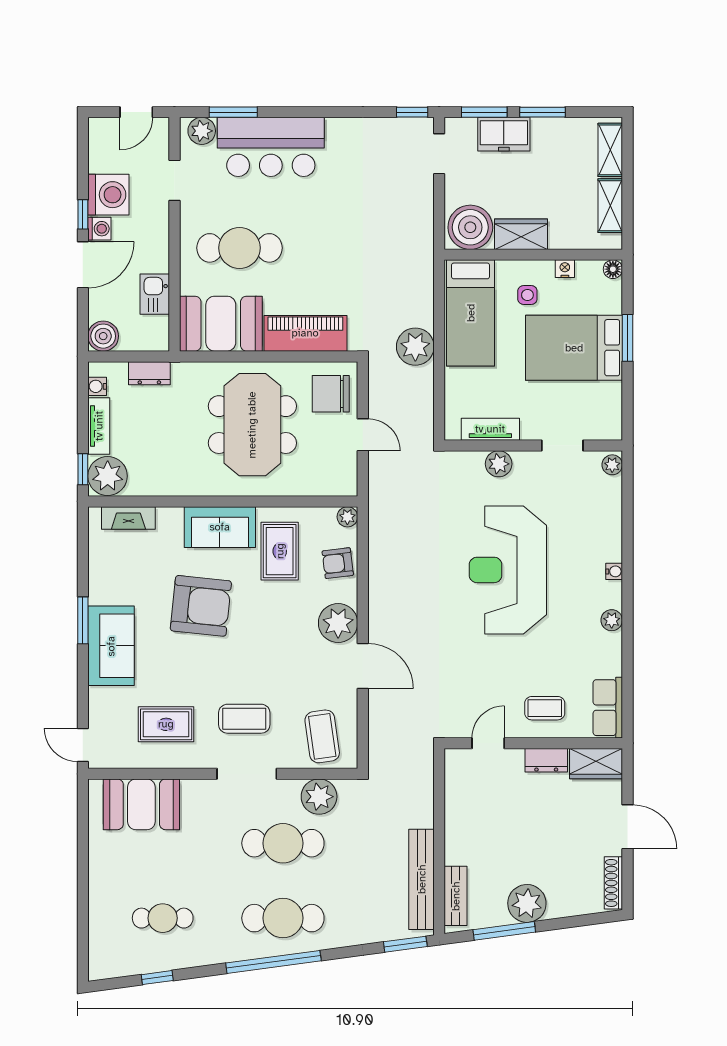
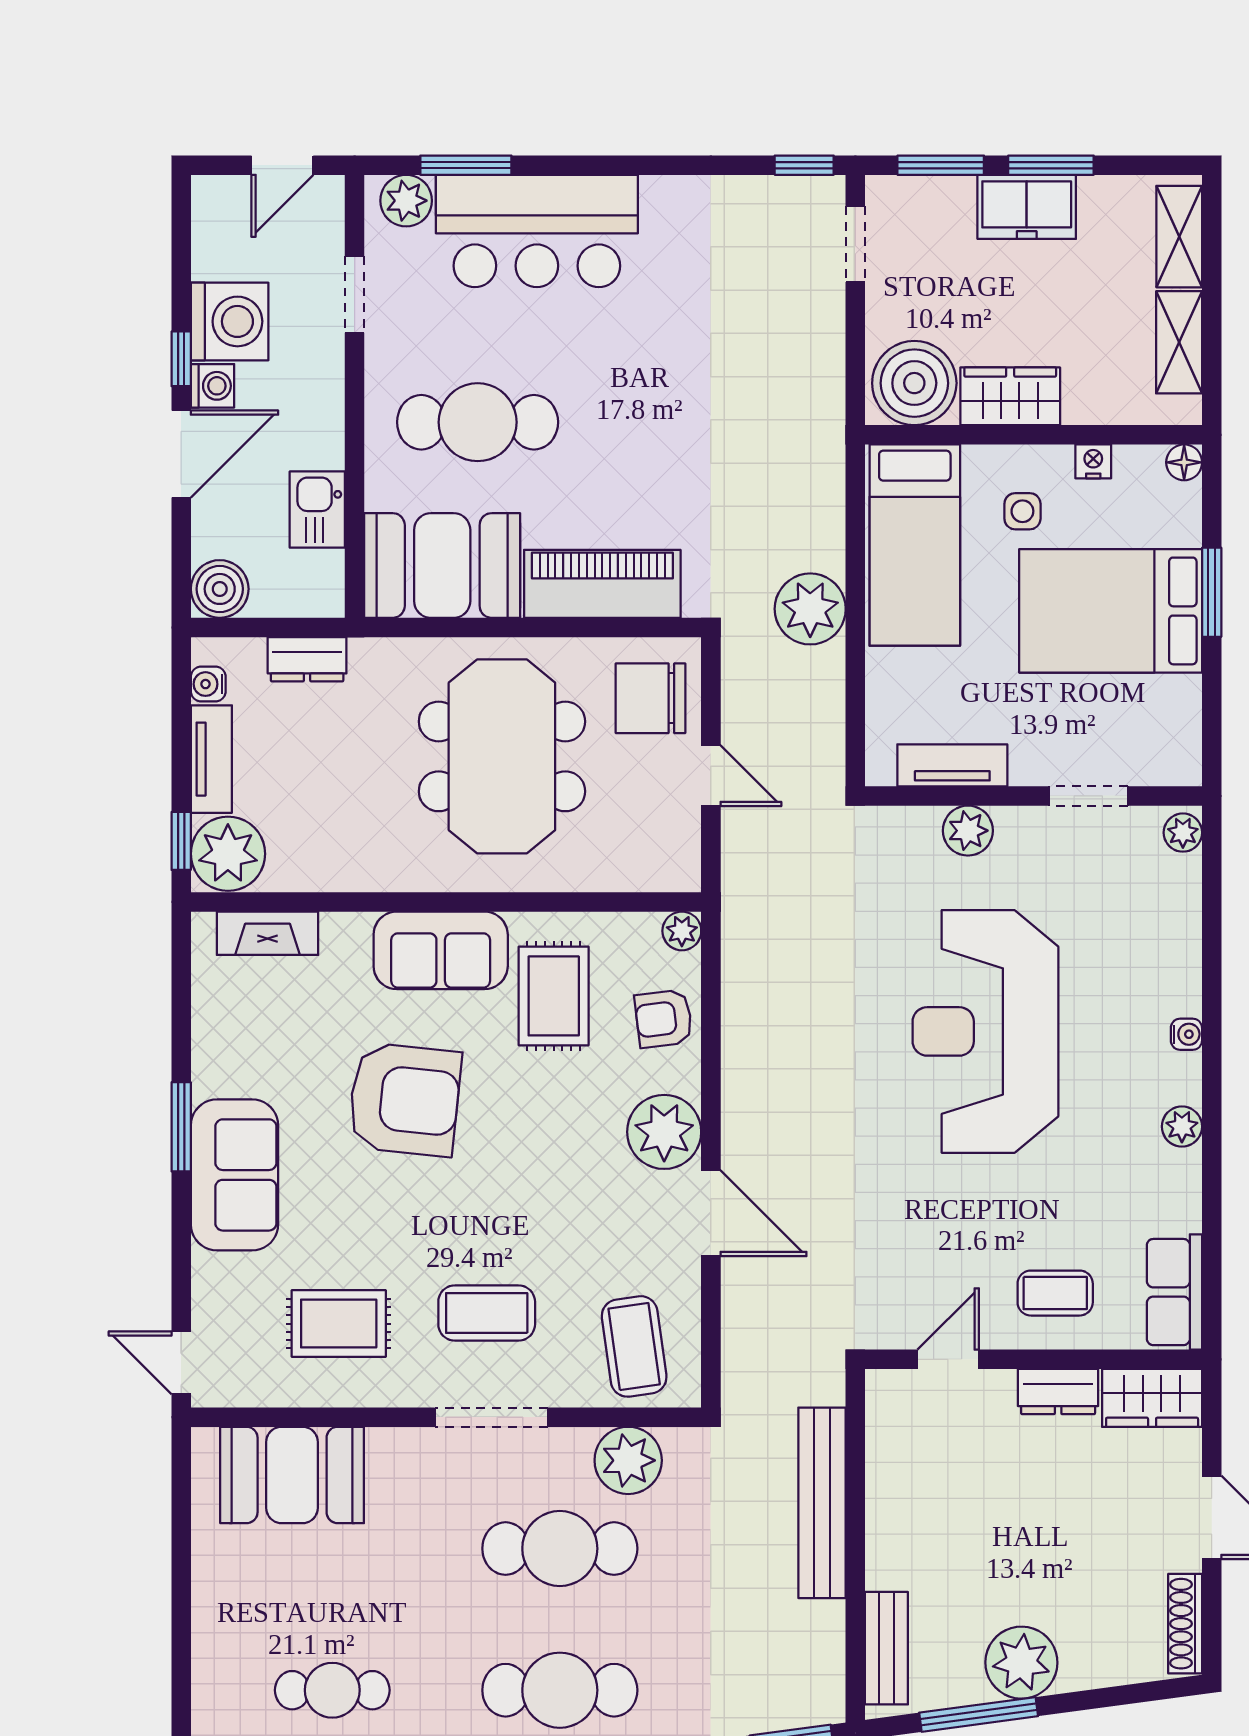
freezer: (504, 134) -> (1027, 207), moved
bench: (422, 879) -> (822, 1503), moved

